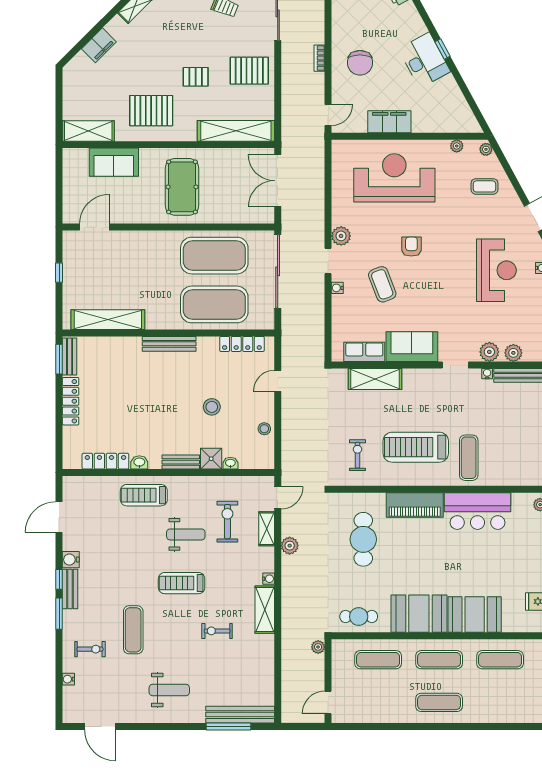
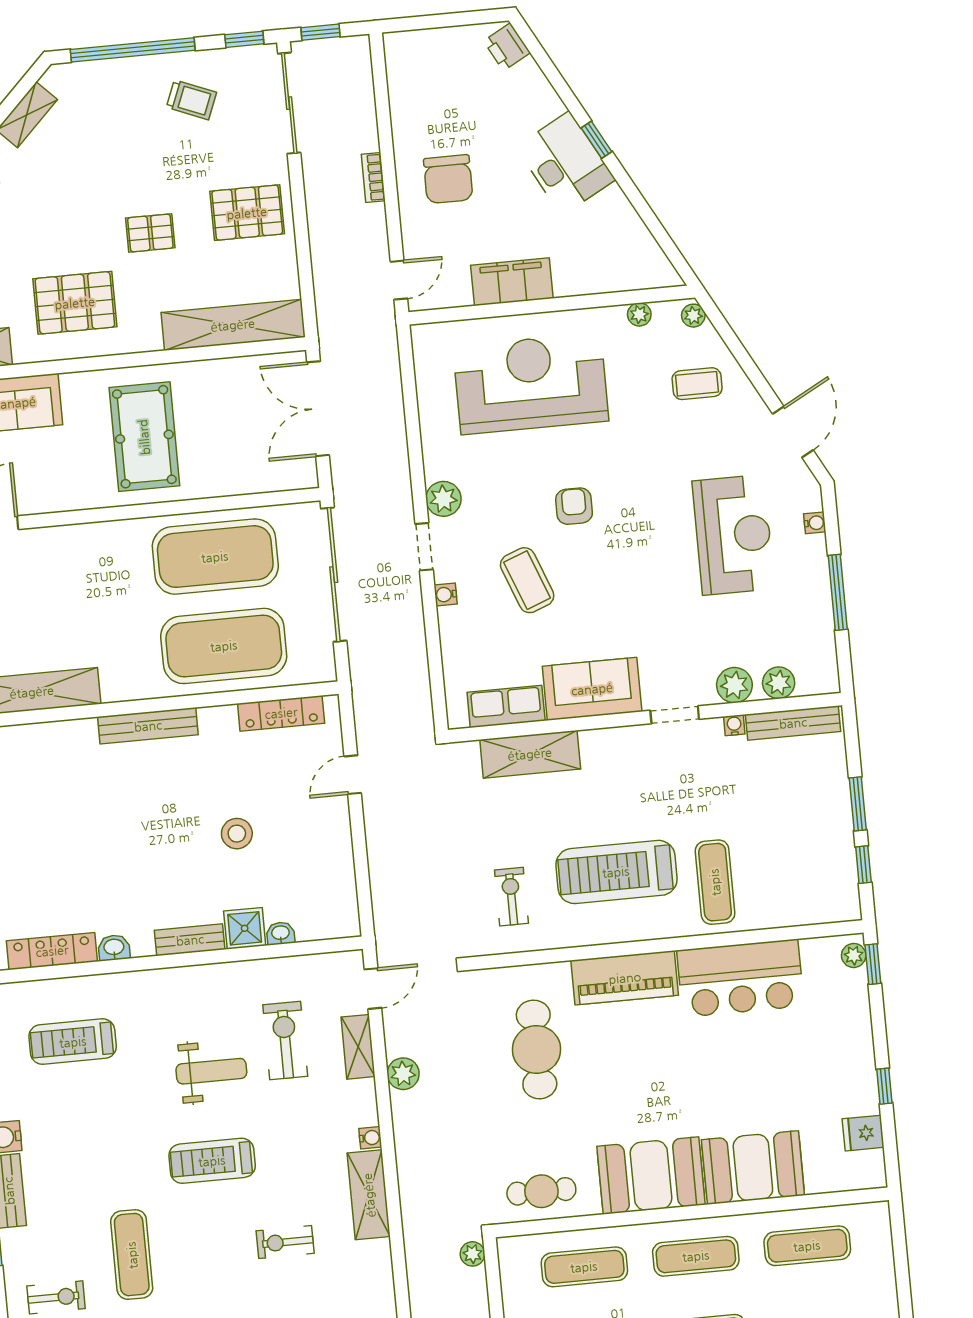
stool: (264, 429) -> (337, 864), removed
treadmill: (144, 495) -> (73, 1042), moved

